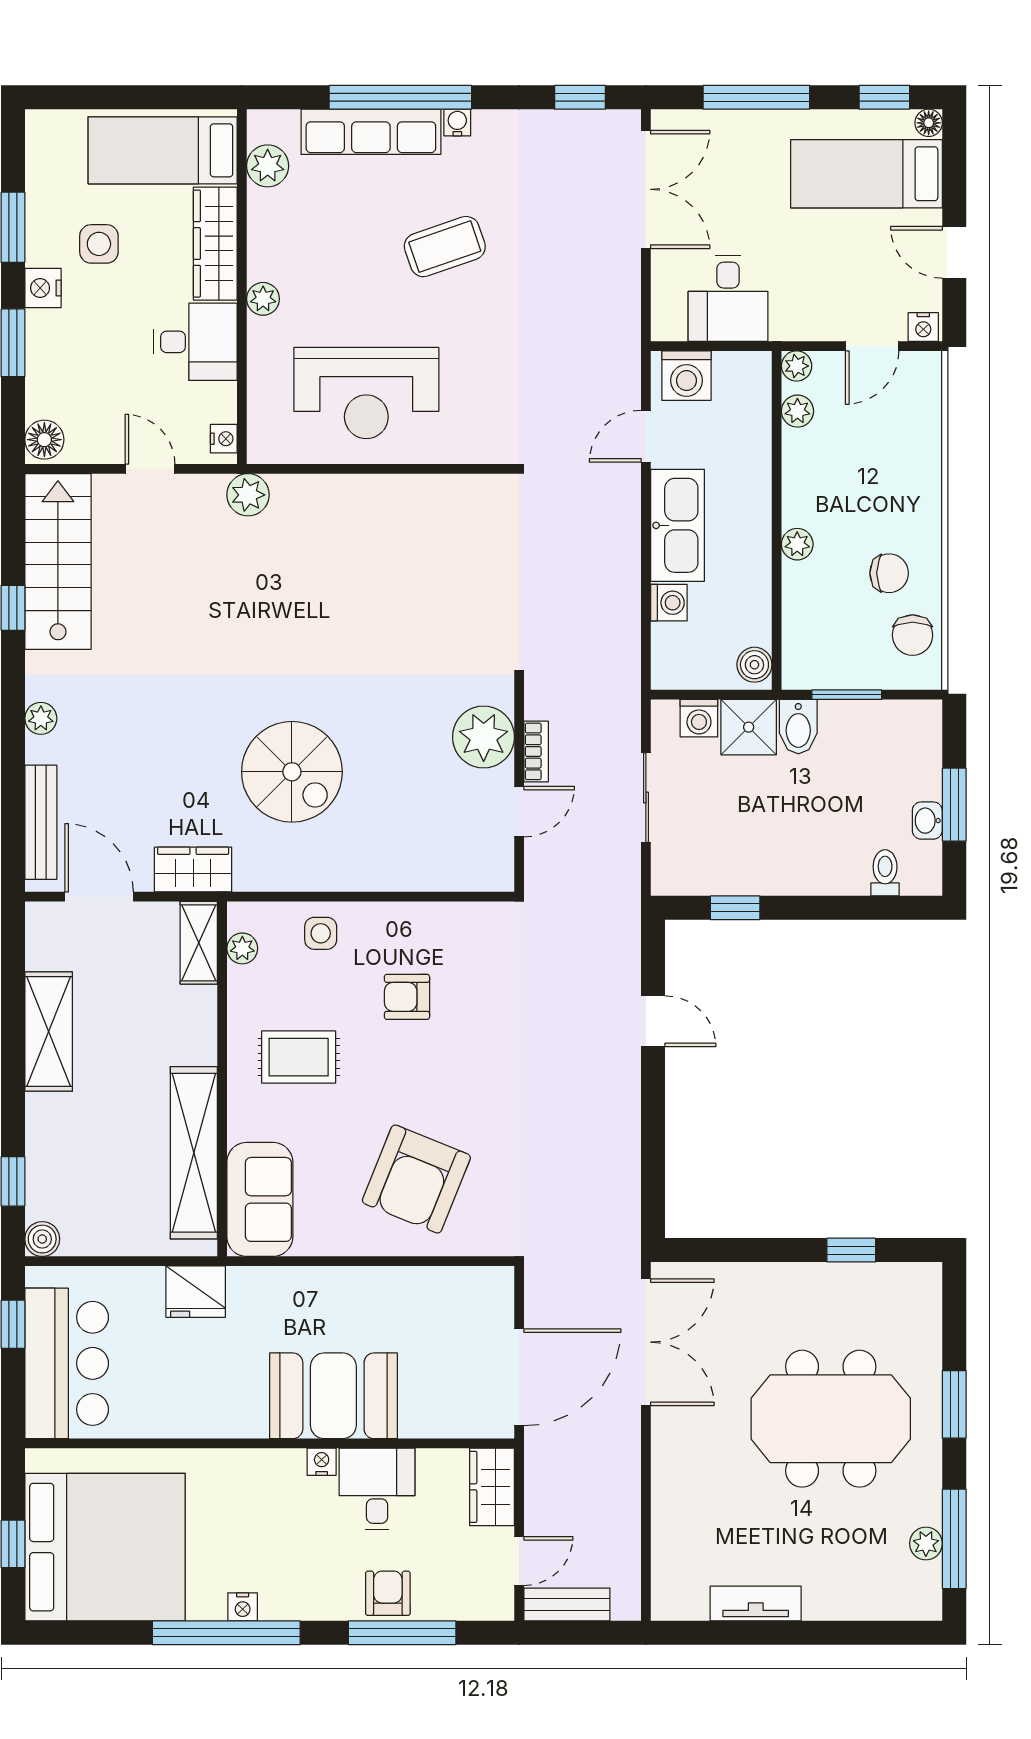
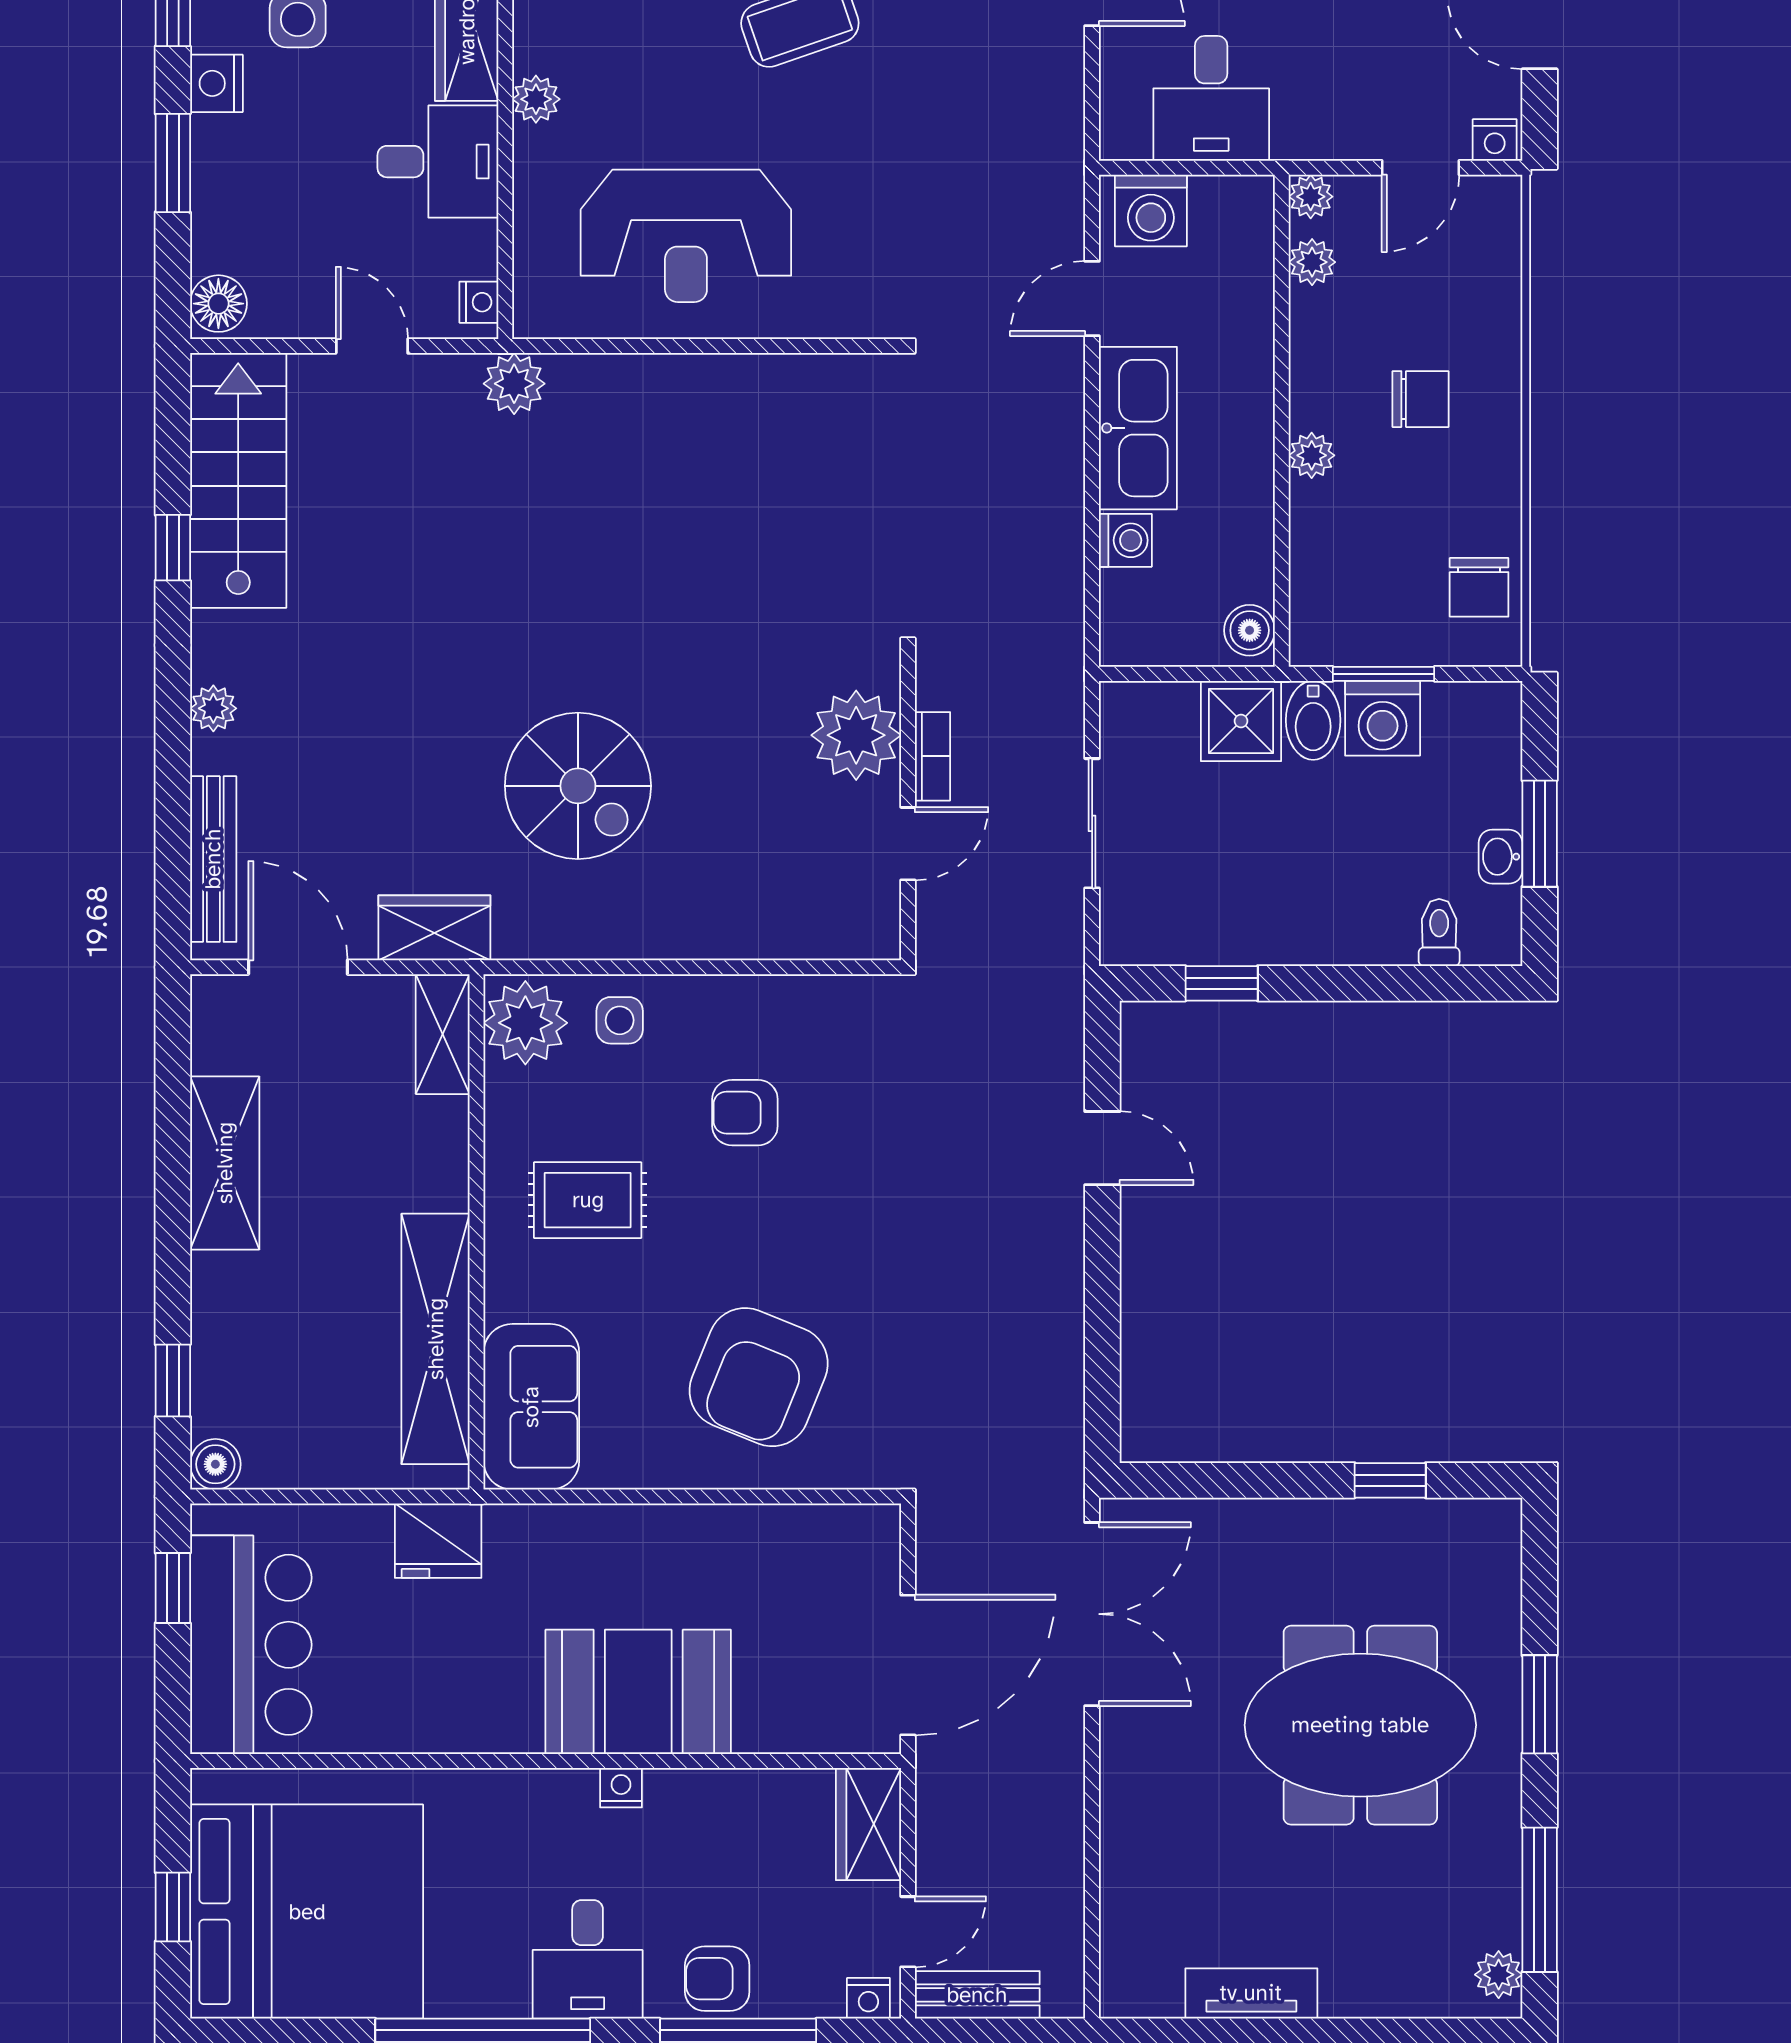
chair: (889, 573) -> (1420, 399), moved
washing machine: (699, 718) -> (1383, 718), moved, width x1.38, depth x1.38
plant: (242, 948) -> (525, 1023), width x1.88, depth x1.88
desk: (377, 1489) -> (588, 1959), moved, turned 180
plant: (926, 1544) -> (1499, 1975), moved
armchair: (388, 1593) -> (717, 1979), turned -90
nightstand: (243, 1607) -> (868, 1998), moved

